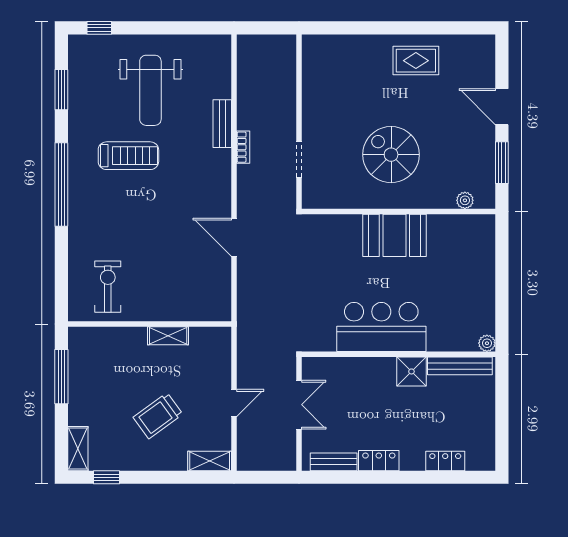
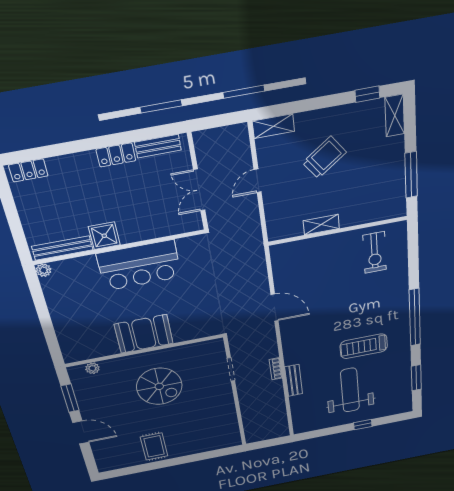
window: (99, 28) -> (363, 425), moved
rug: (416, 61) -> (154, 446), turned 90
locker: (445, 461) -> (28, 170), moved

